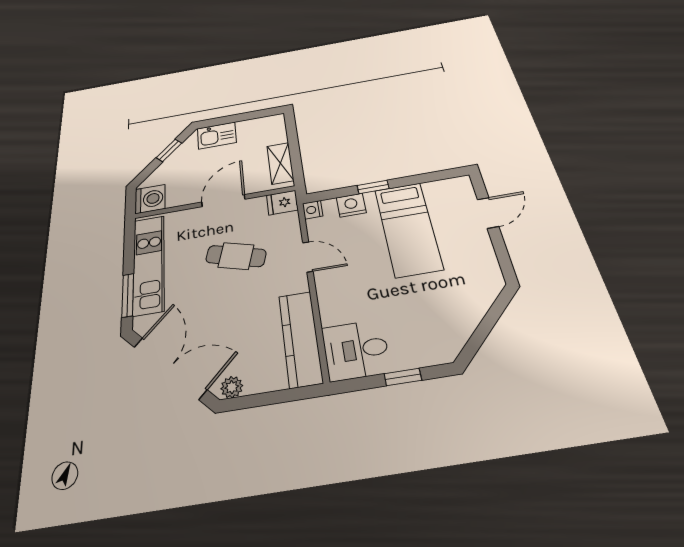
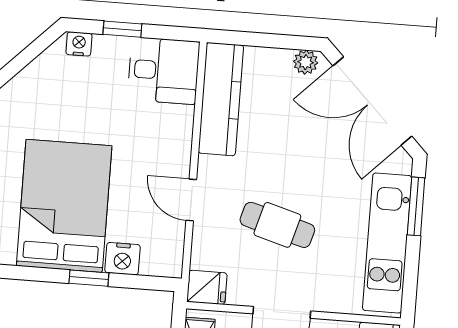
nightstand: (313, 210) -> (79, 44), moved, turned -90
bed: (408, 229) -> (64, 206), width x1.50

